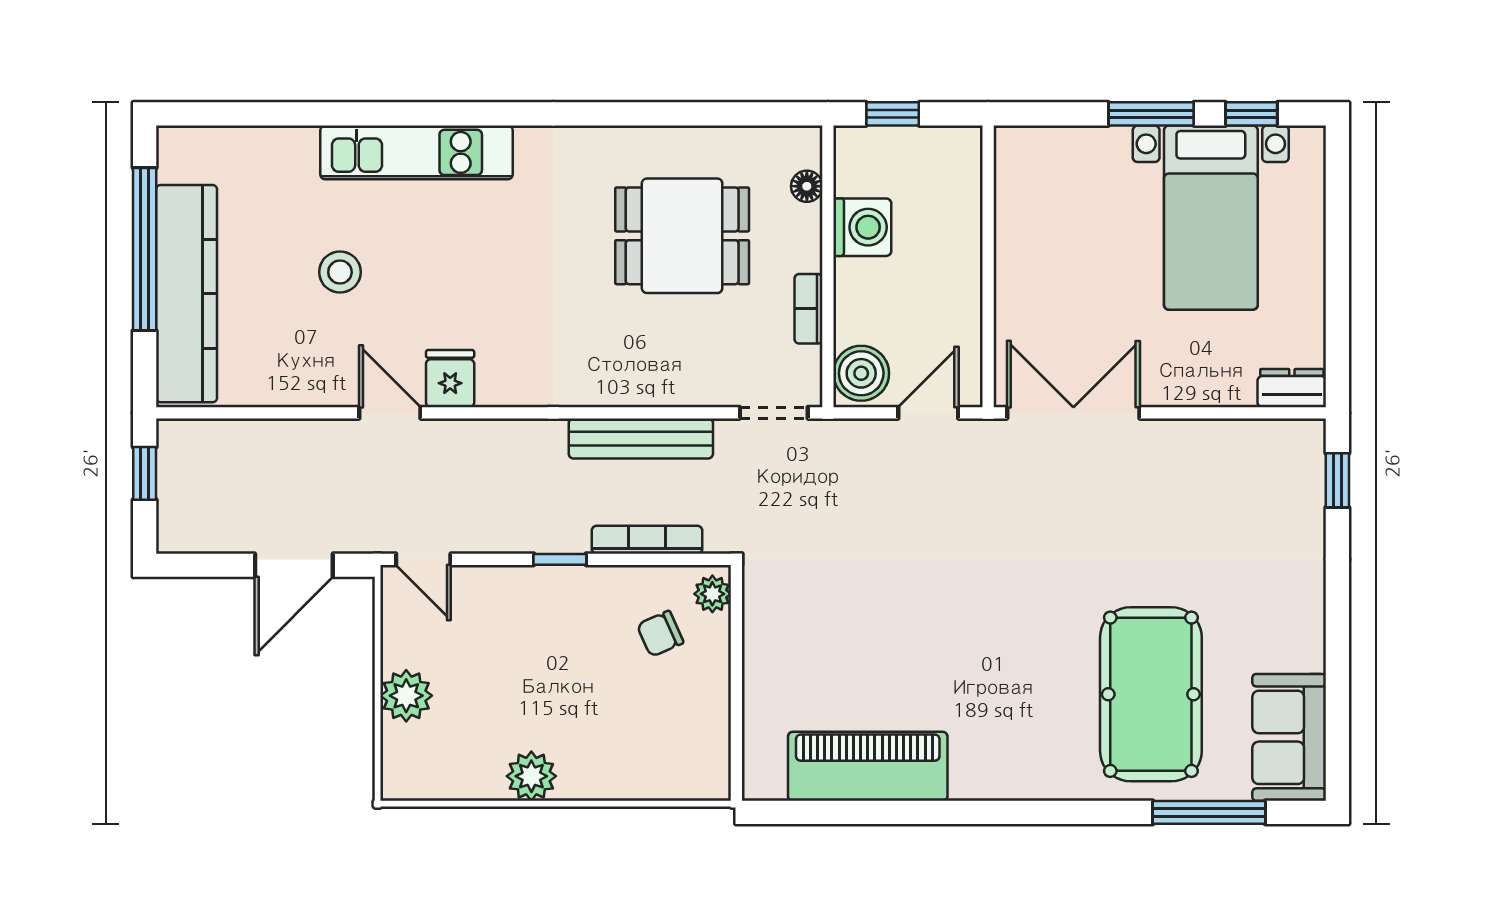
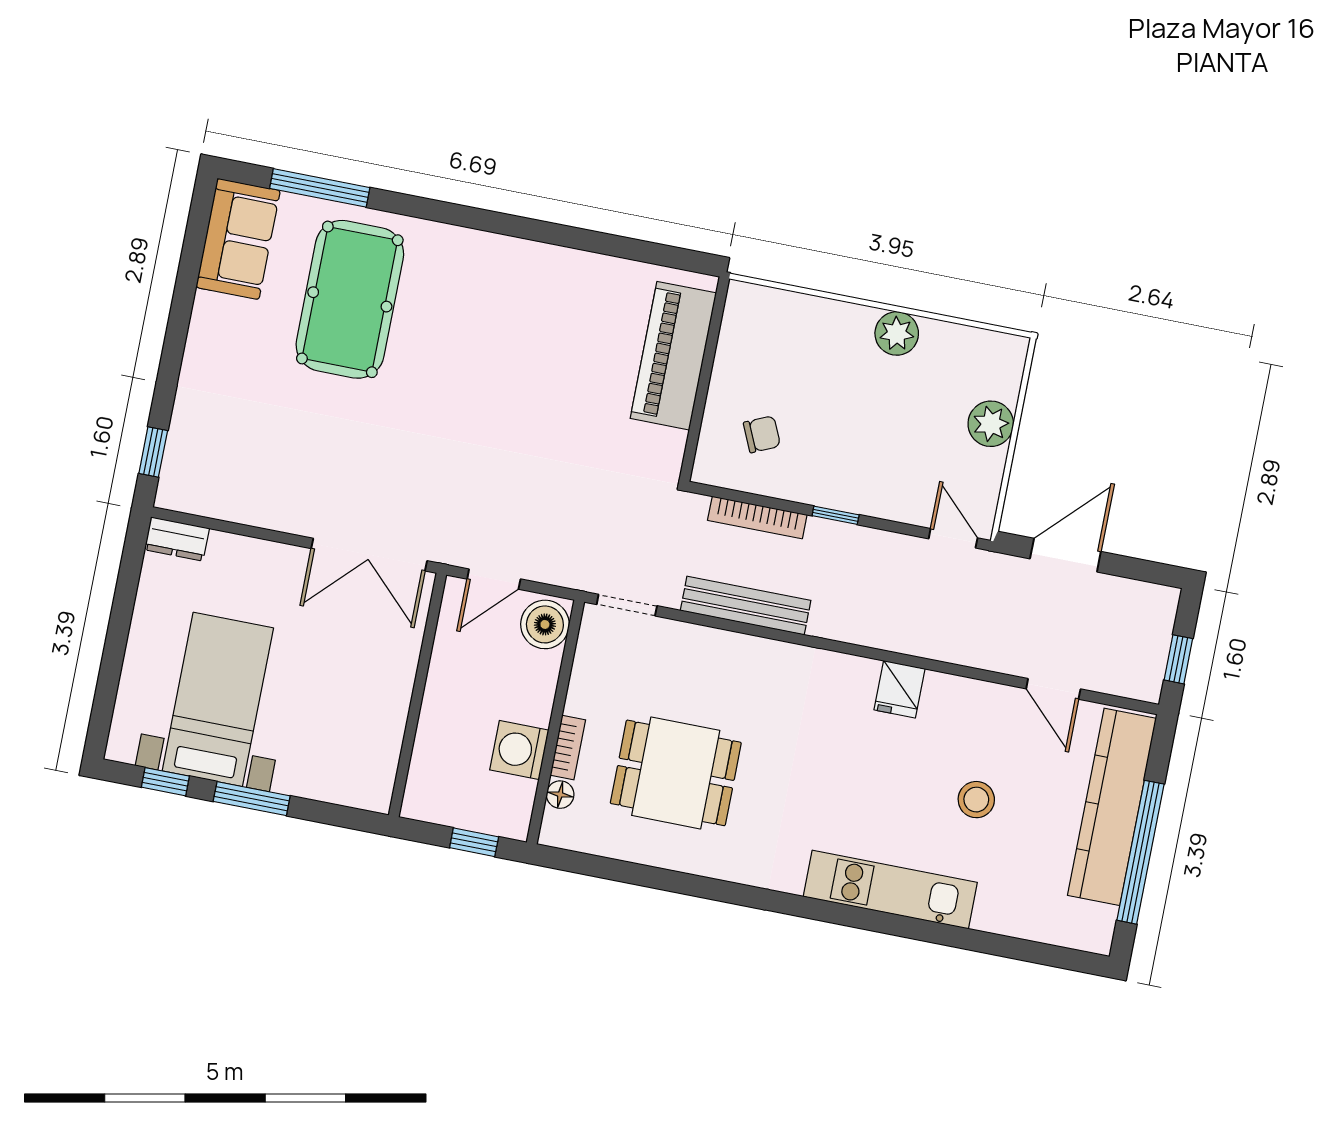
bookcase: (809, 309) -> (568, 748), moved
door: (390, 413) -> (1053, 689), moved
plant: (712, 594) -> (710, 460), removed
piano: (868, 766) -> (673, 356), moved, turned 90

